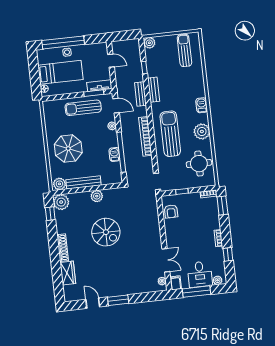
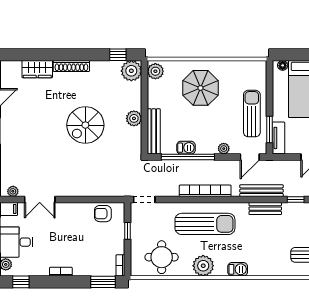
bench: (140, 94) -> (261, 191), width x1.36
bench: (84, 182) -> (154, 131), moved
window: (228, 254) -> (21, 282), moved

